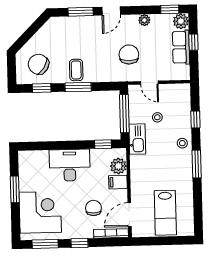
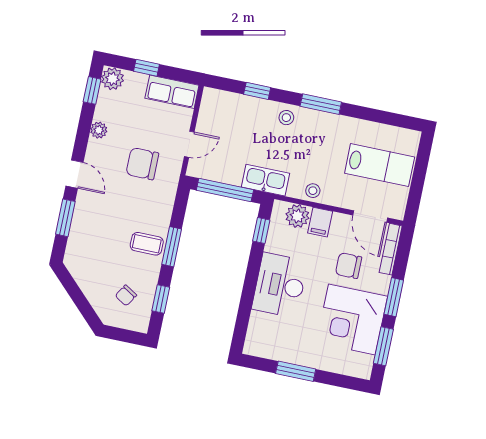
row of seats: (181, 47) -> (172, 92), moved
chair: (38, 64) -> (126, 295), width x0.54, depth x0.54
stool: (157, 117) -> (313, 191), moved
corner desk: (40, 212) -> (352, 319), moved, turned -90
window: (79, 243) -> (394, 297), width x1.50

